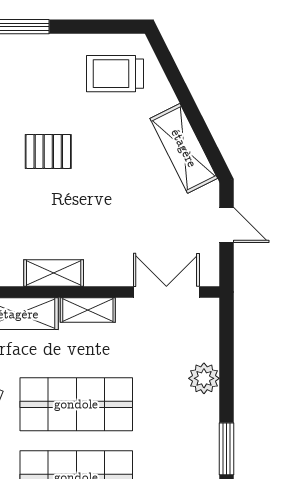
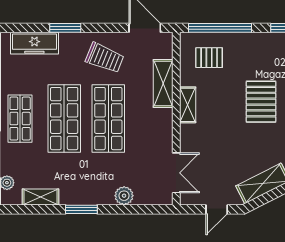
pallet: (48, 151) -> (261, 102), width x1.50, depth x1.42
shelving: (88, 310) -> (165, 125), removed

